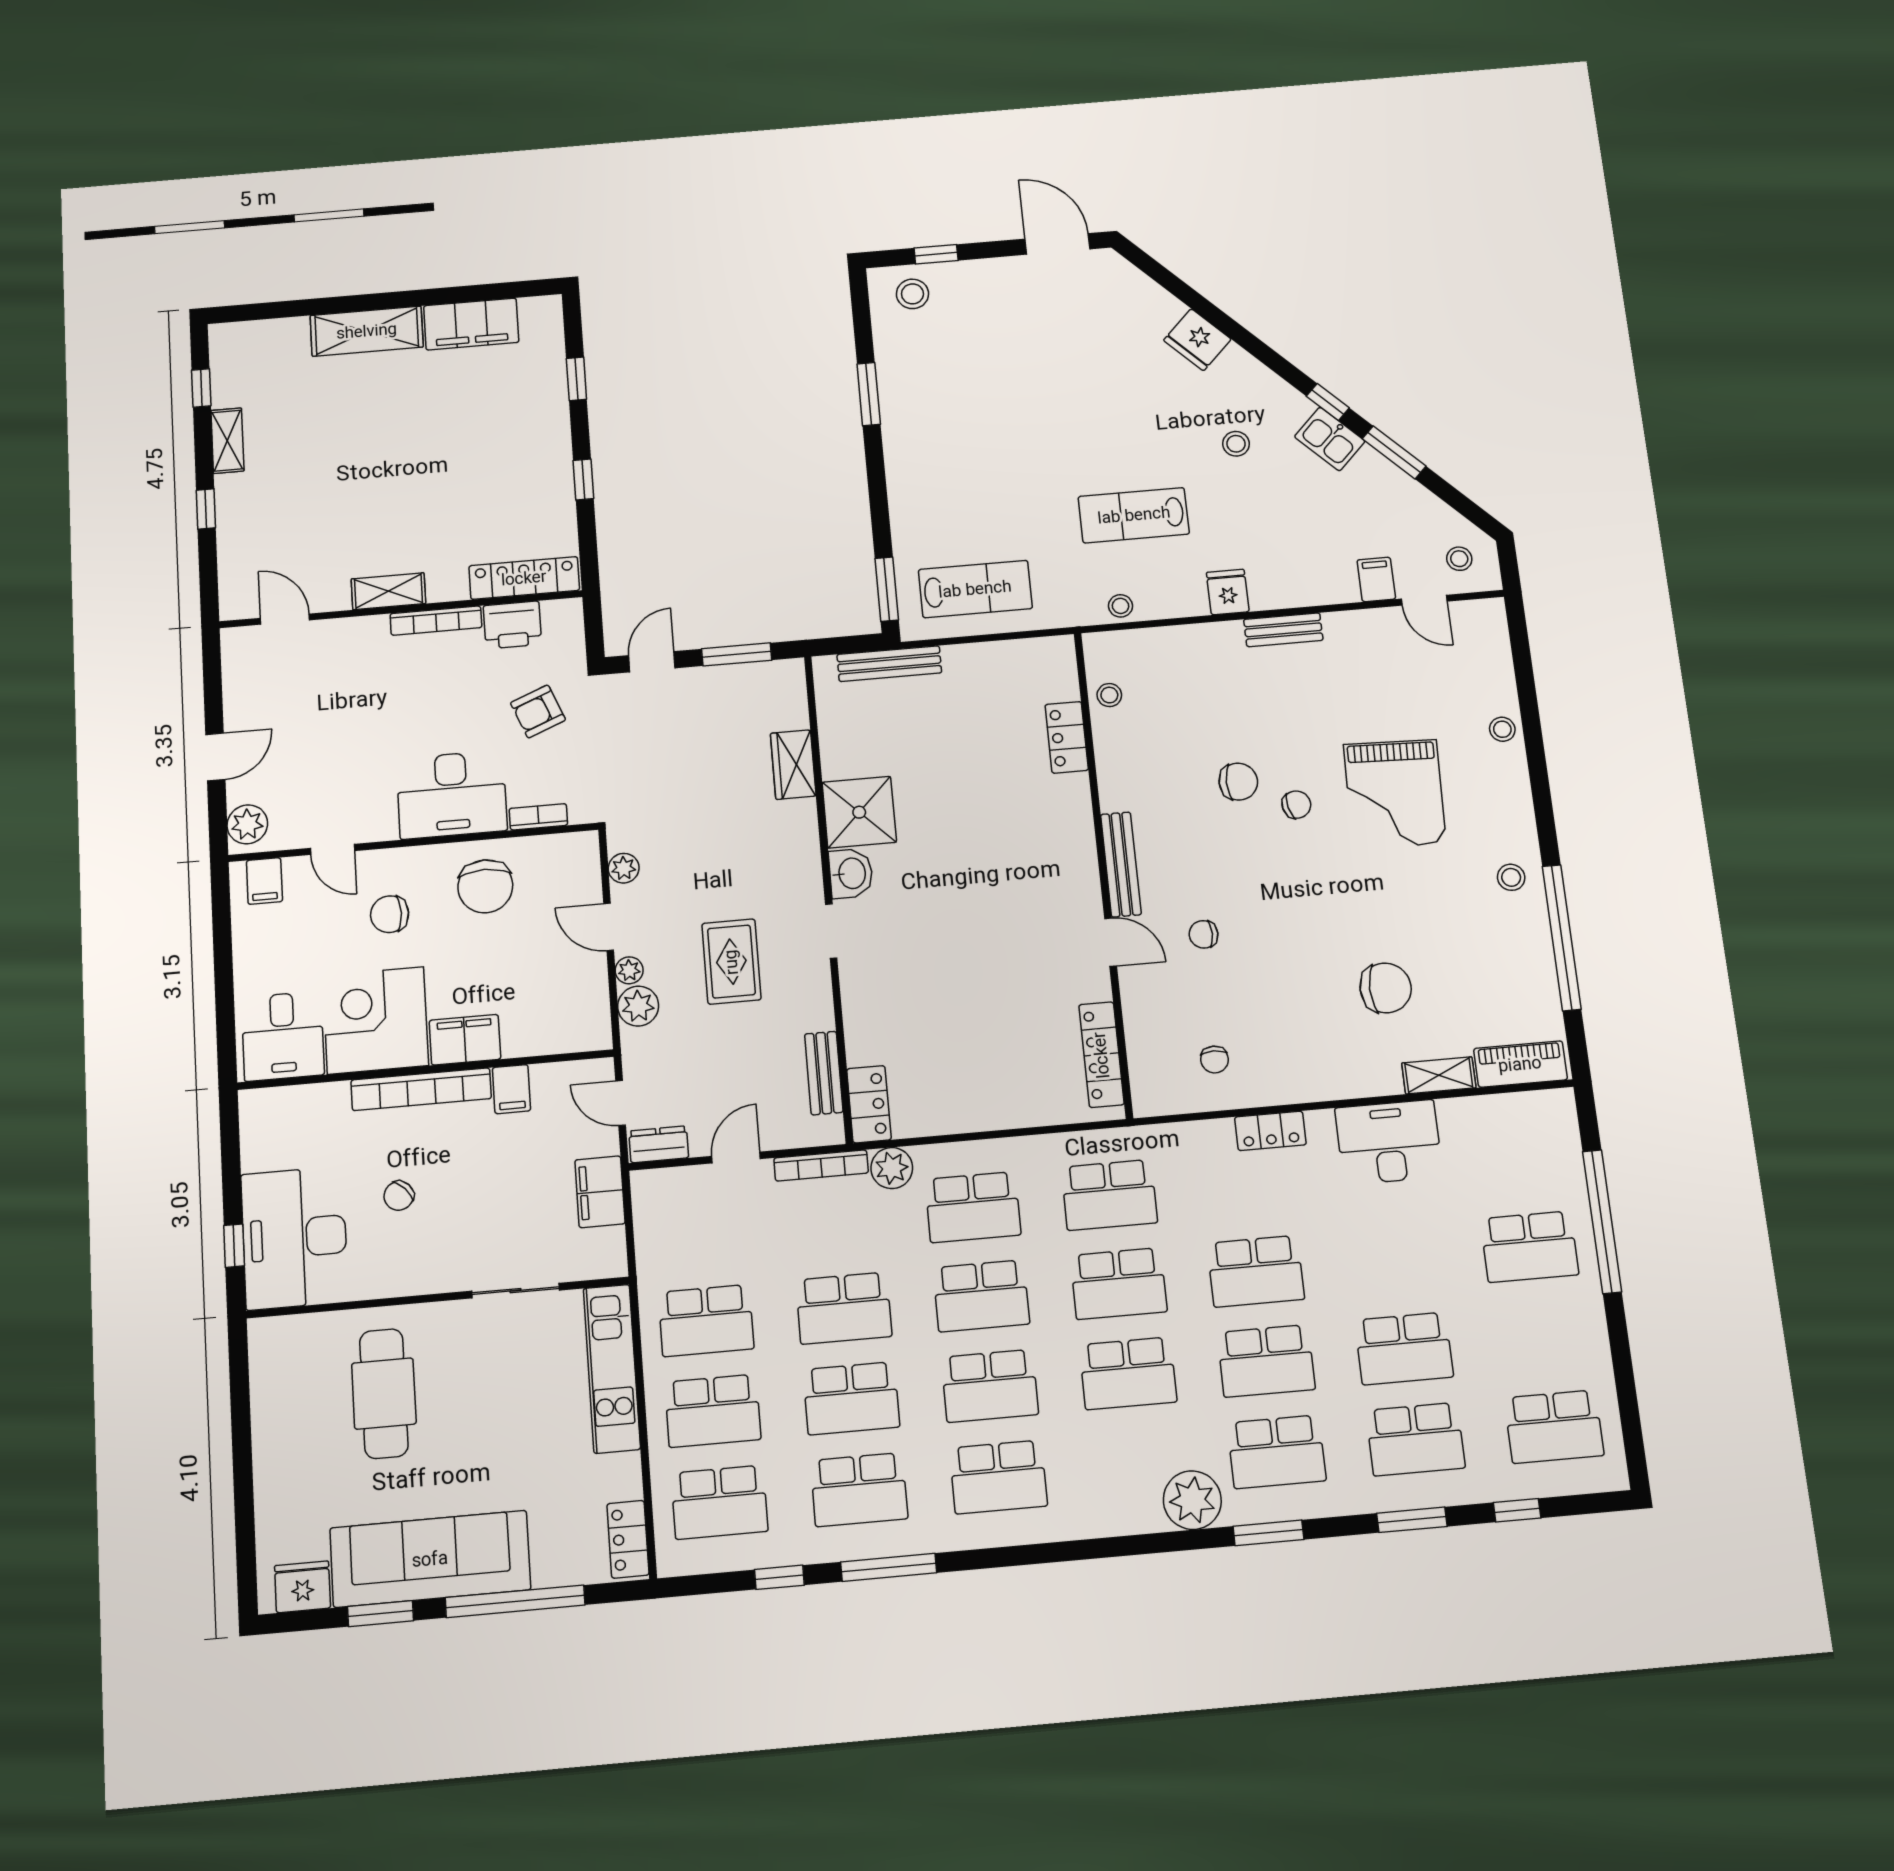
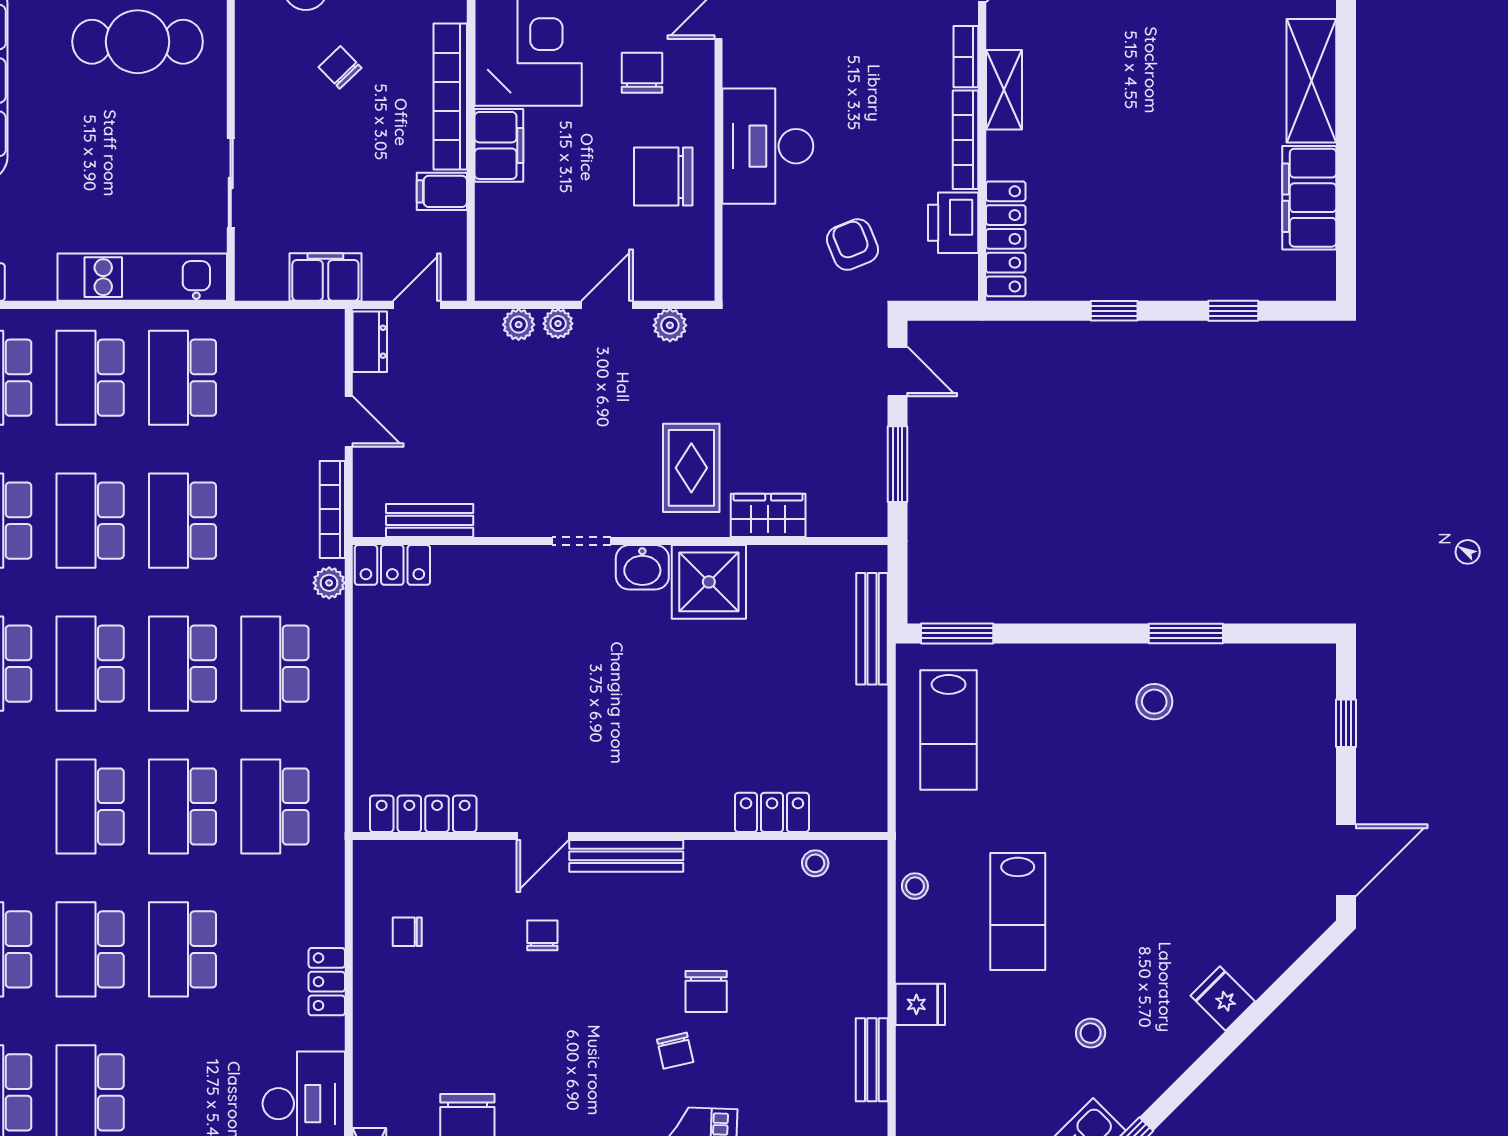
stool: (912, 294) -> (1154, 702), moved
fridge: (1197, 340) -> (1223, 998), width x0.72
lab bench: (1134, 515) -> (1018, 911), turned 180
bookcase: (538, 817) -> (966, 57), moved, turned 180
rug: (731, 962) -> (691, 468), moved, turned 90
plant: (638, 1006) -> (519, 325), width x0.73, depth x0.73
plant: (892, 1168) -> (329, 583), width x0.73, depth x0.73

